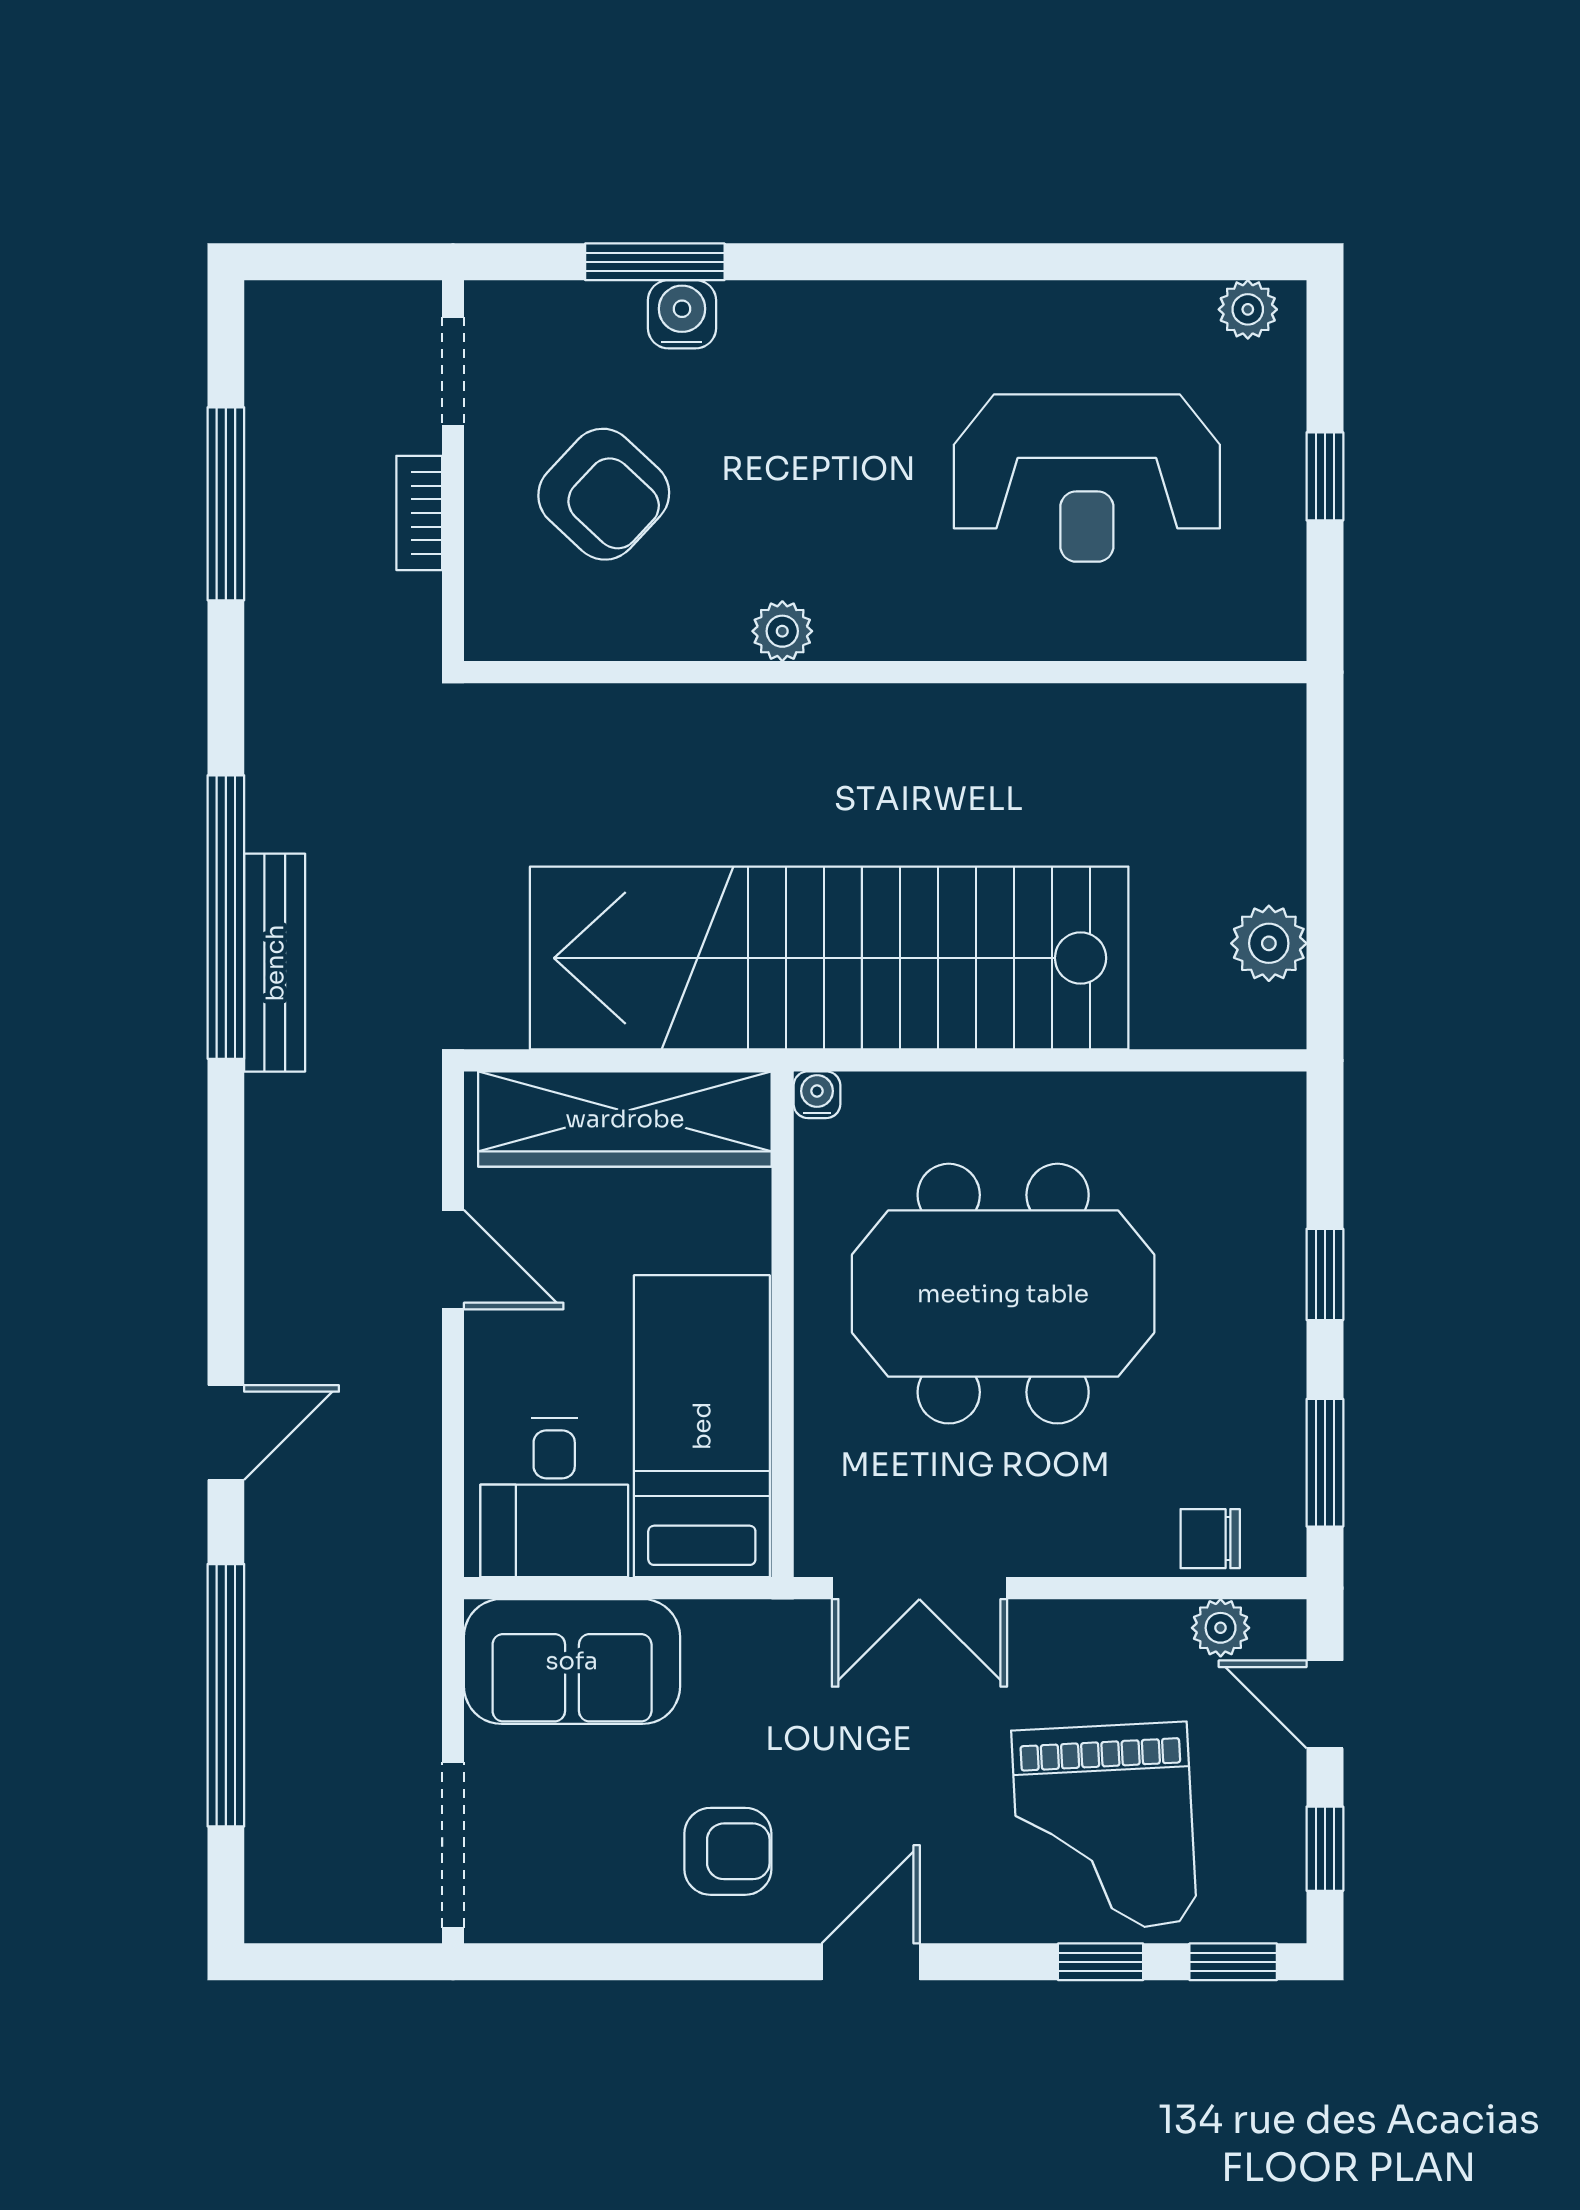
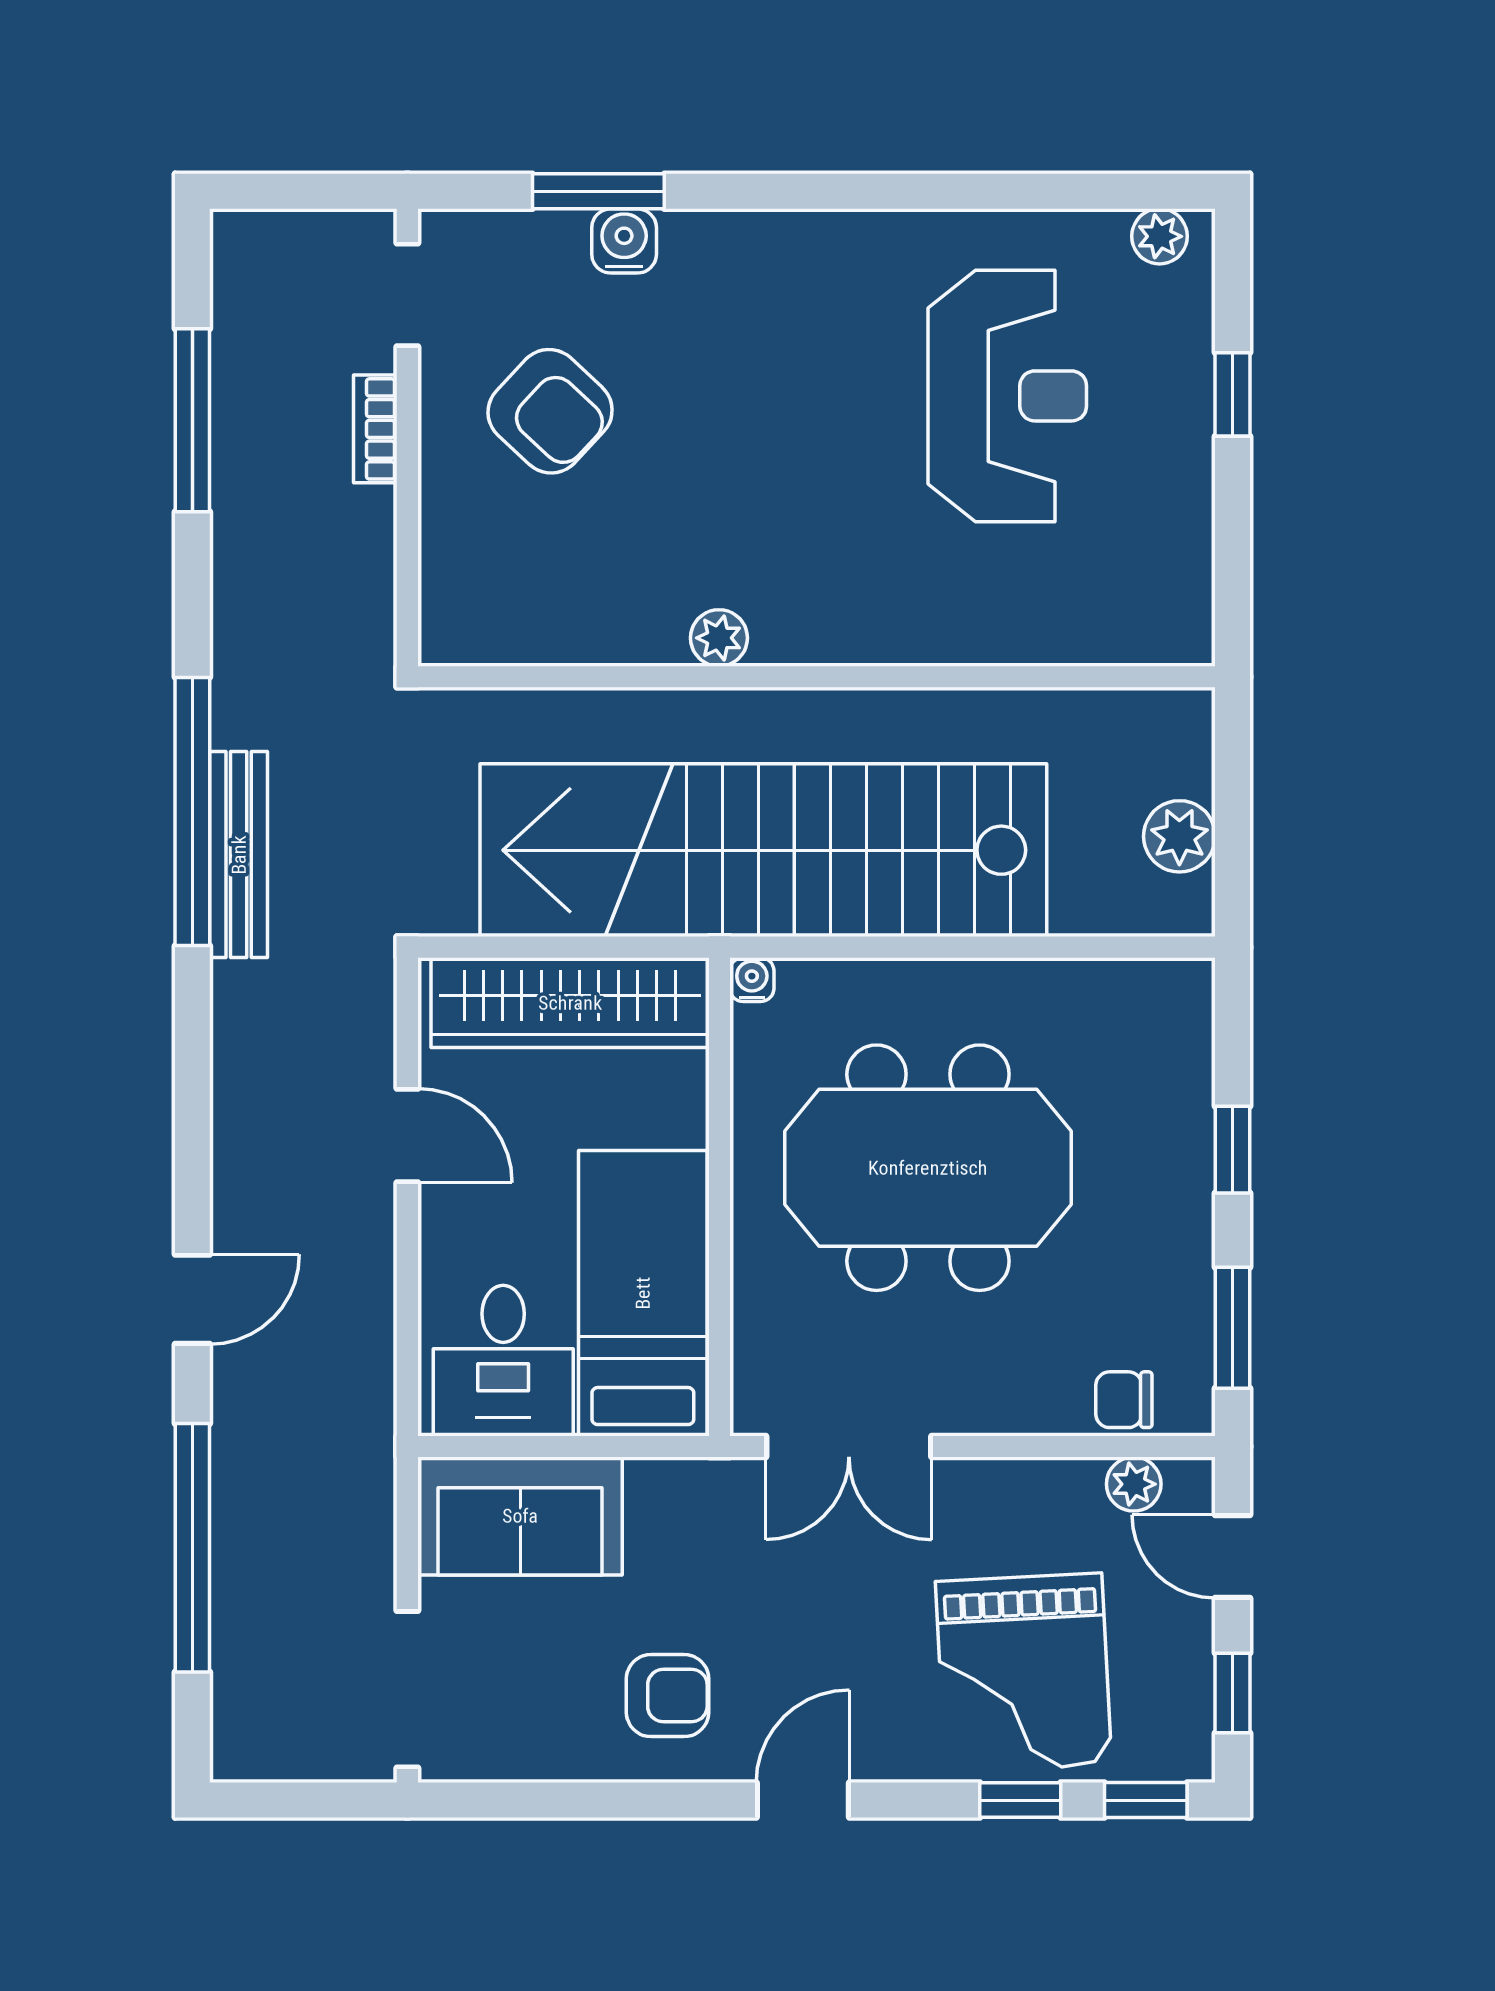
reception desk: (1087, 478) -> (1007, 396), turned -90
plant: (782, 631) -> (719, 638), moved
wall: (885, 672) -> (816, 677), moved

